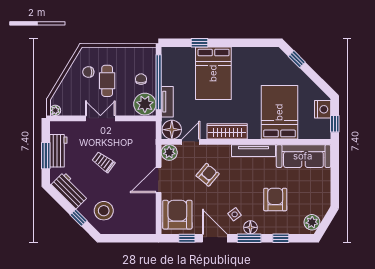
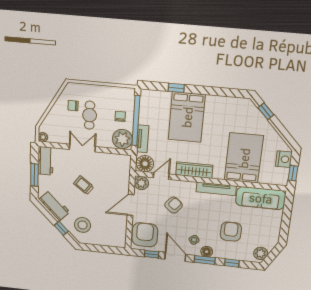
workbench: (58, 151) -> (45, 161), moved

